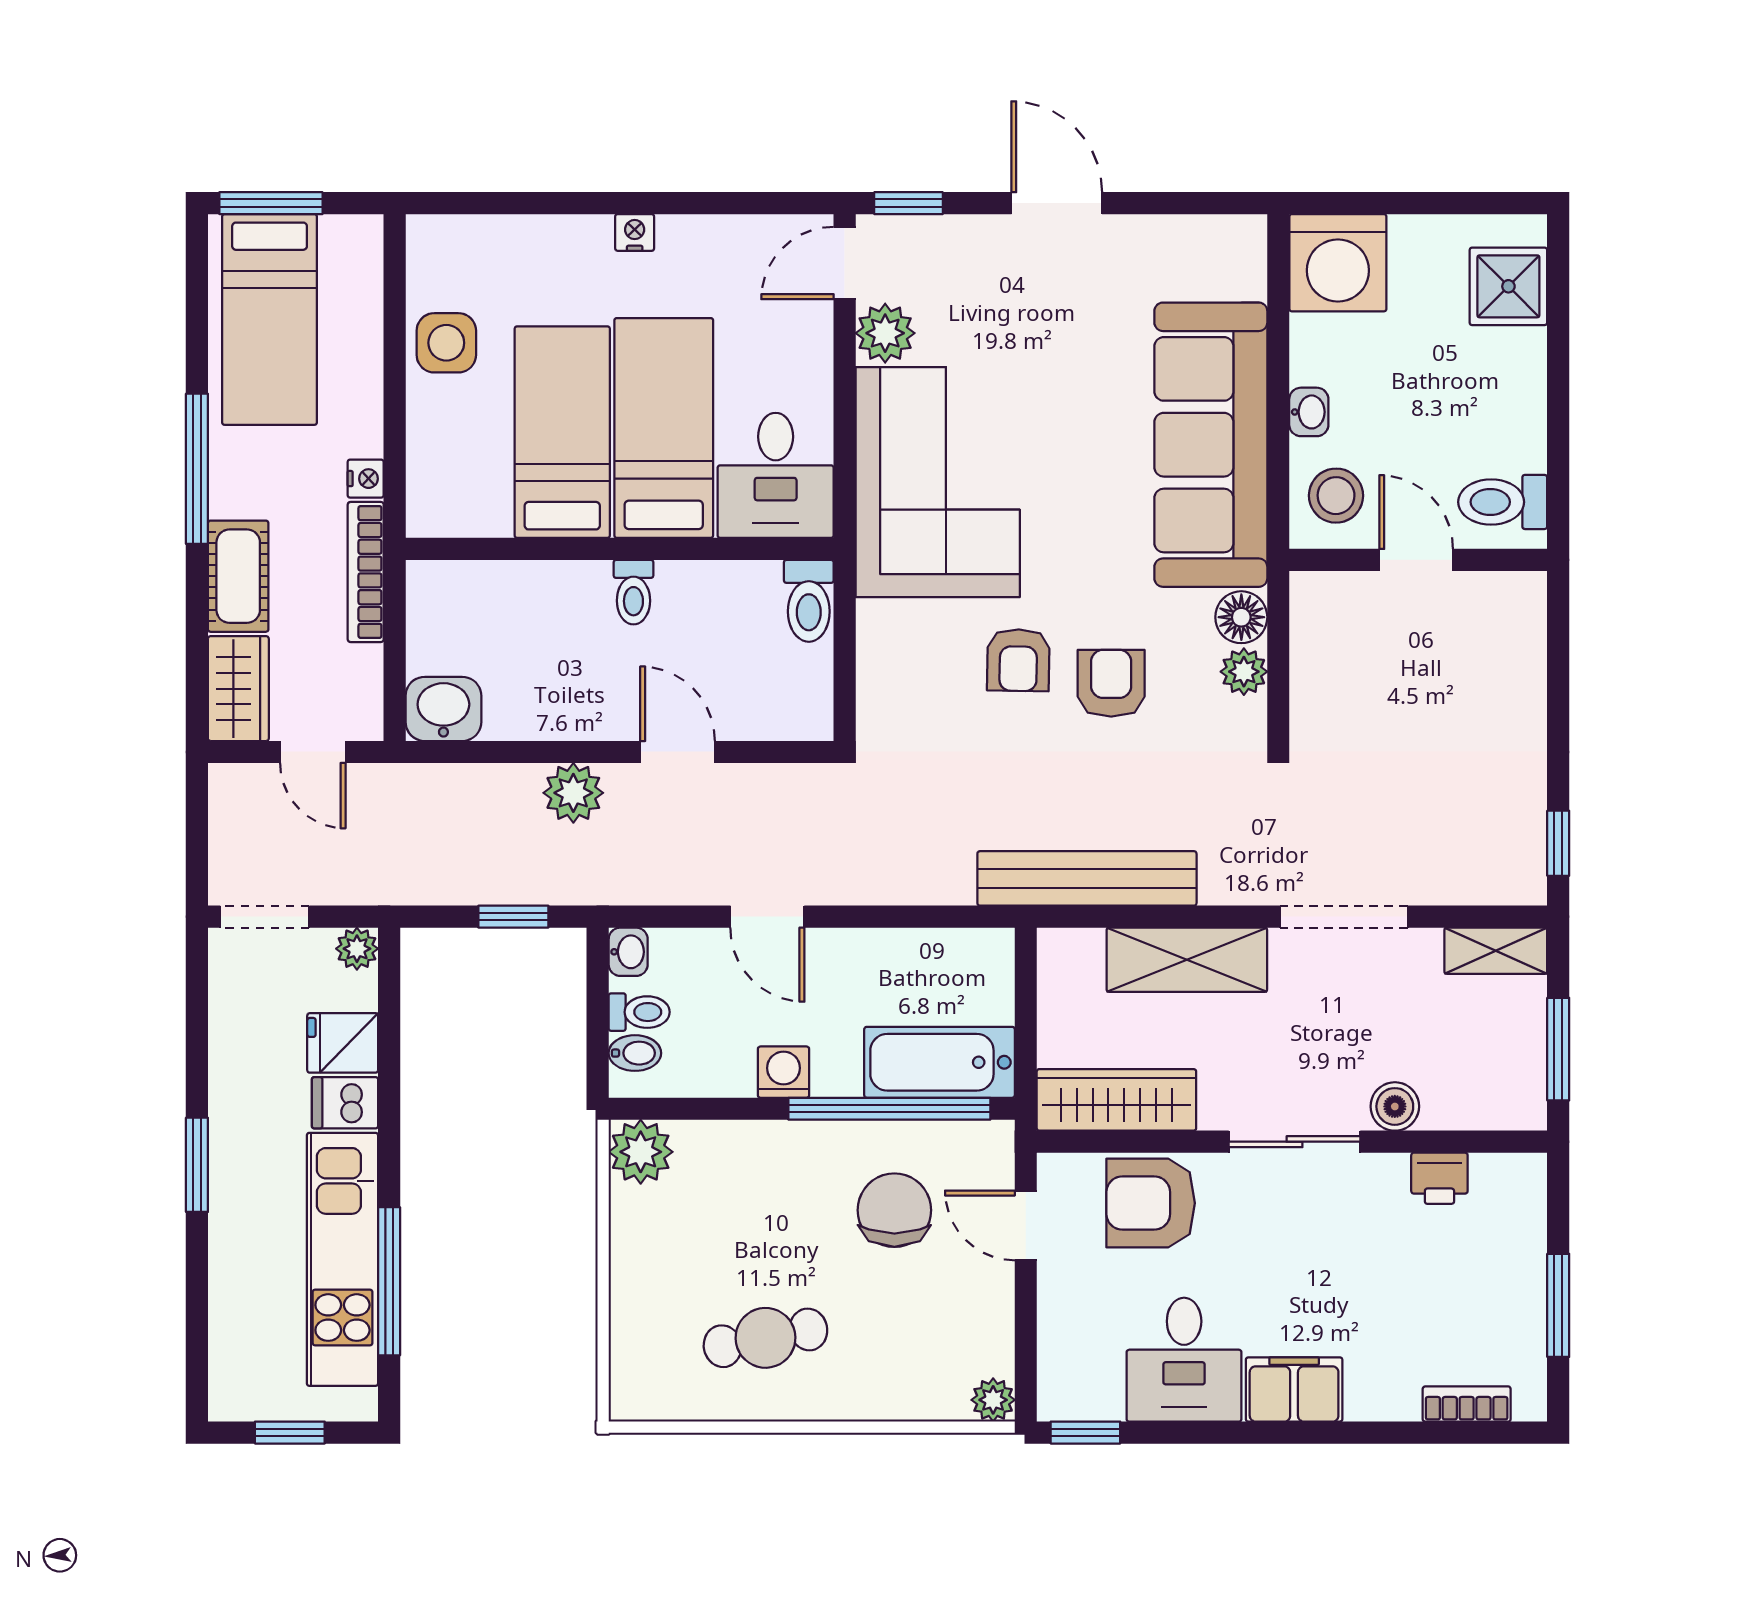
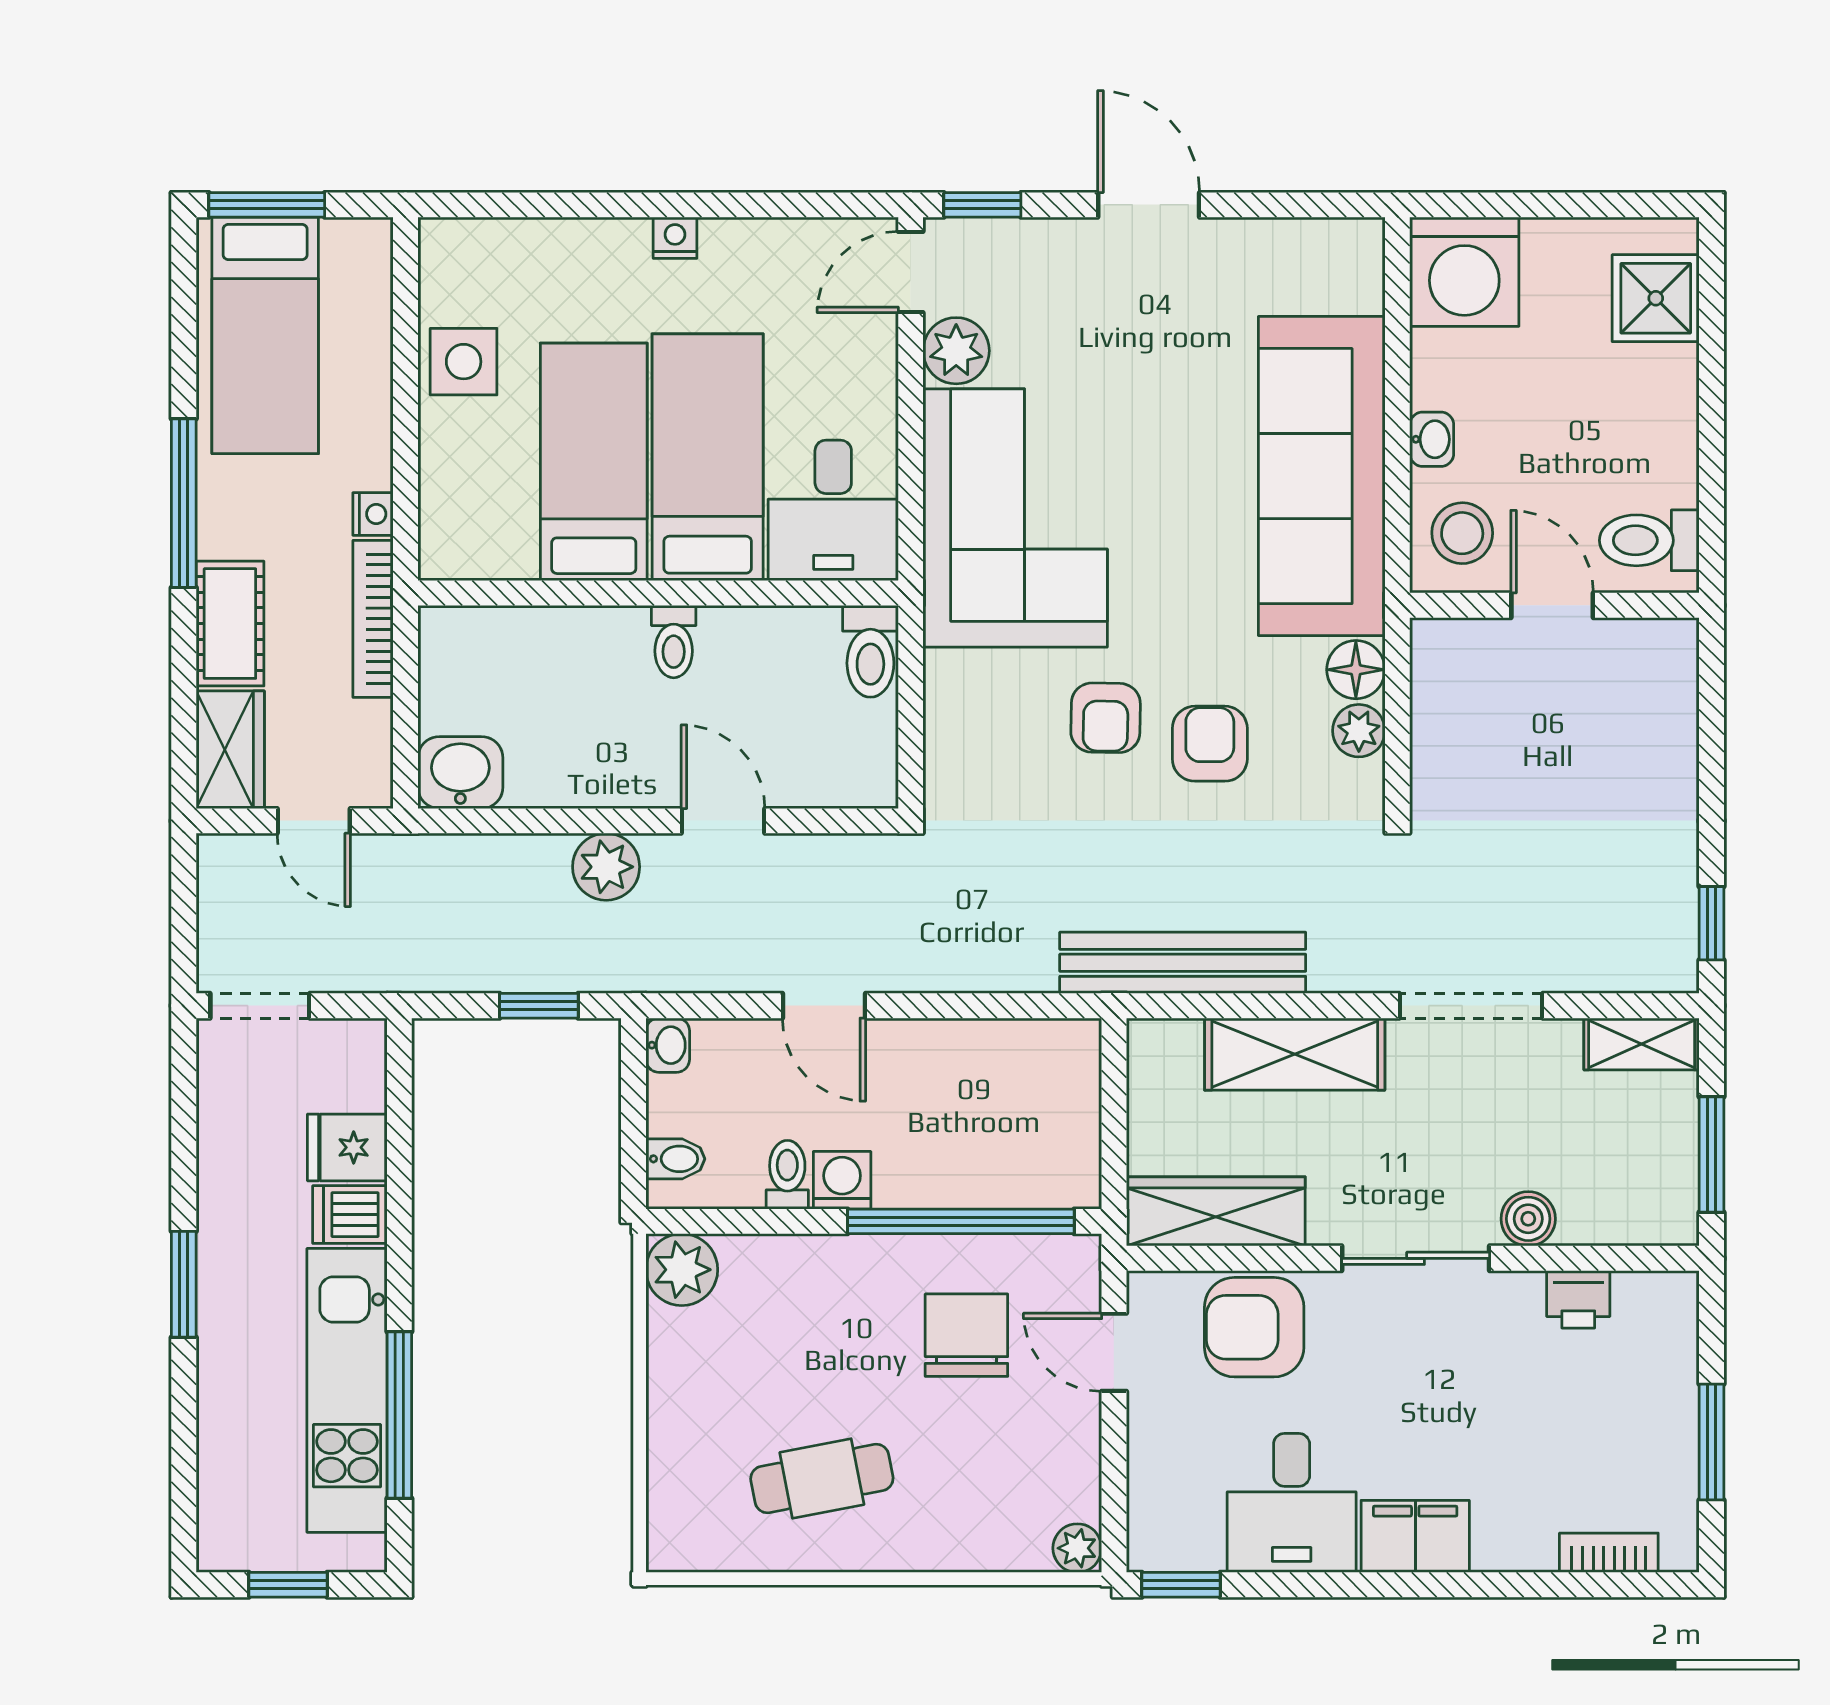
plant: (357, 949) -> (363, 1042), removed
toilet: (639, 1012) -> (787, 1175), moved, turned -90
bathtub: (940, 1062) -> (1017, 1169), removed

